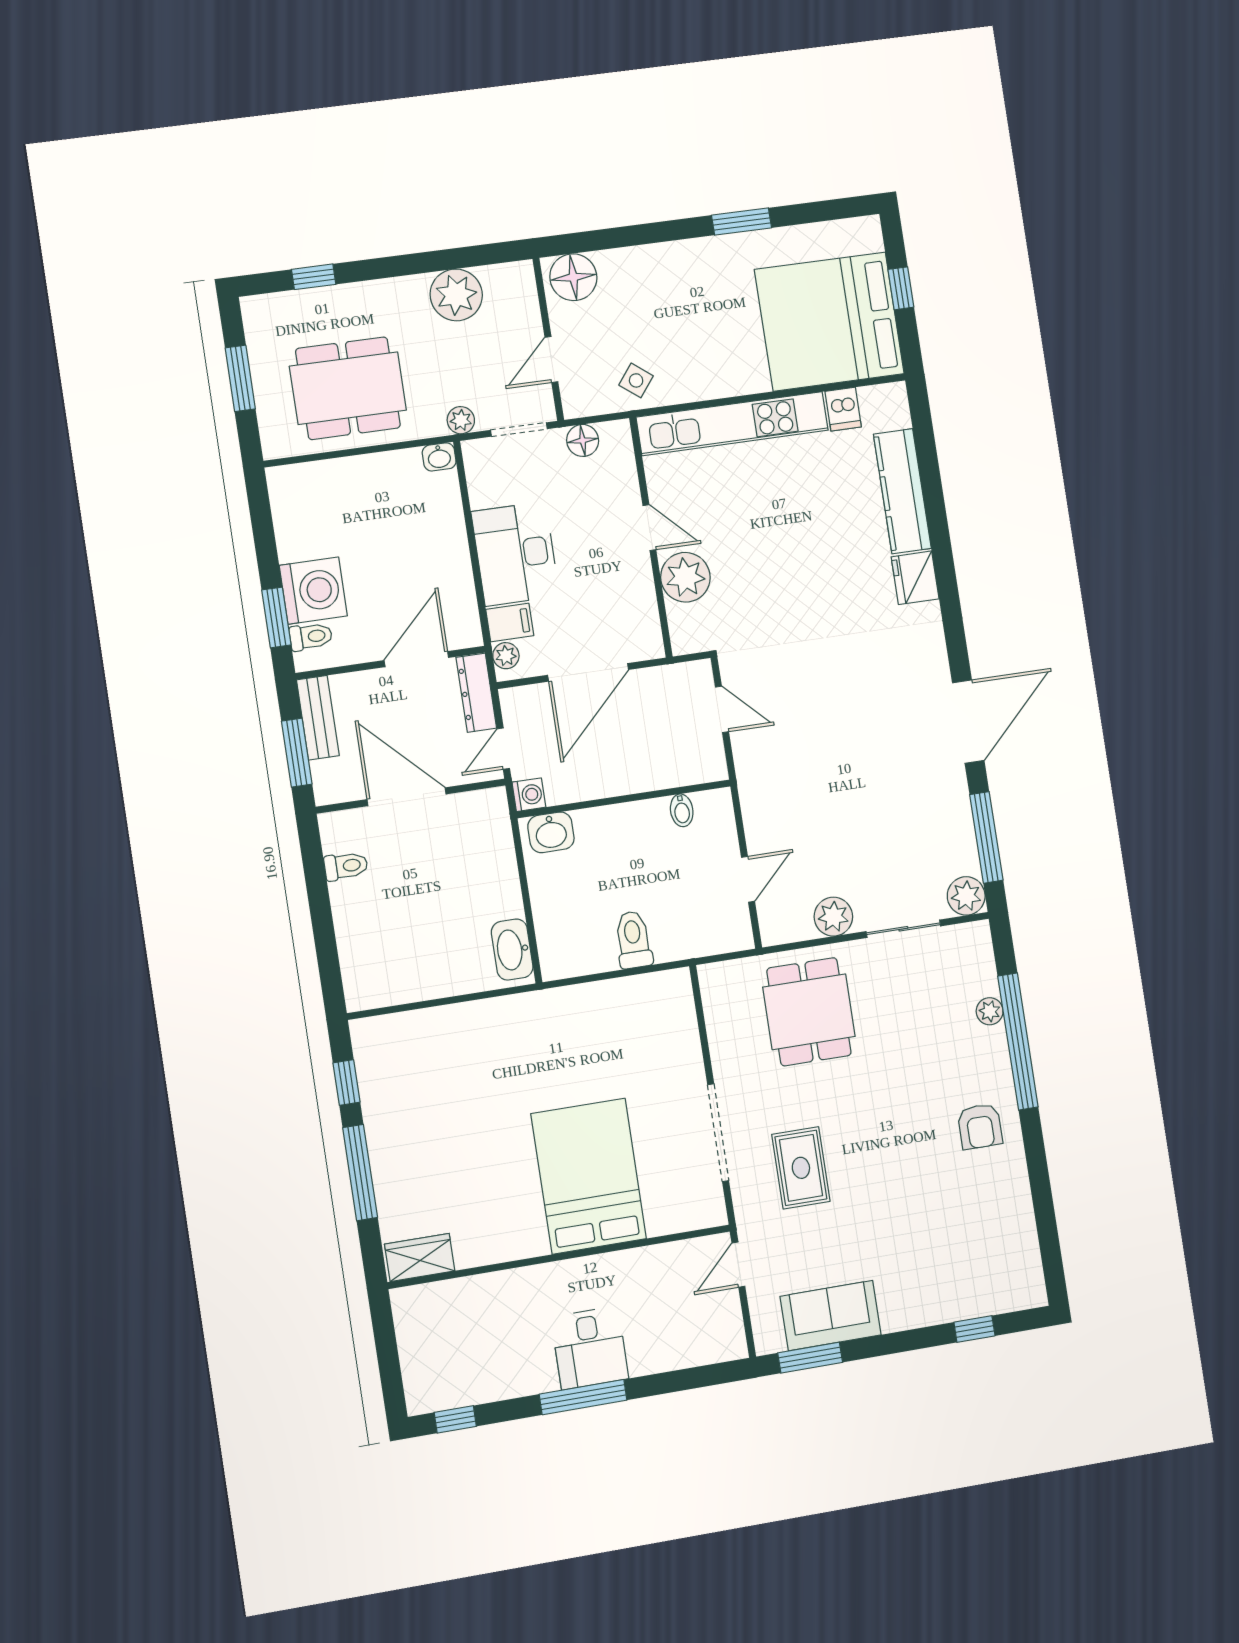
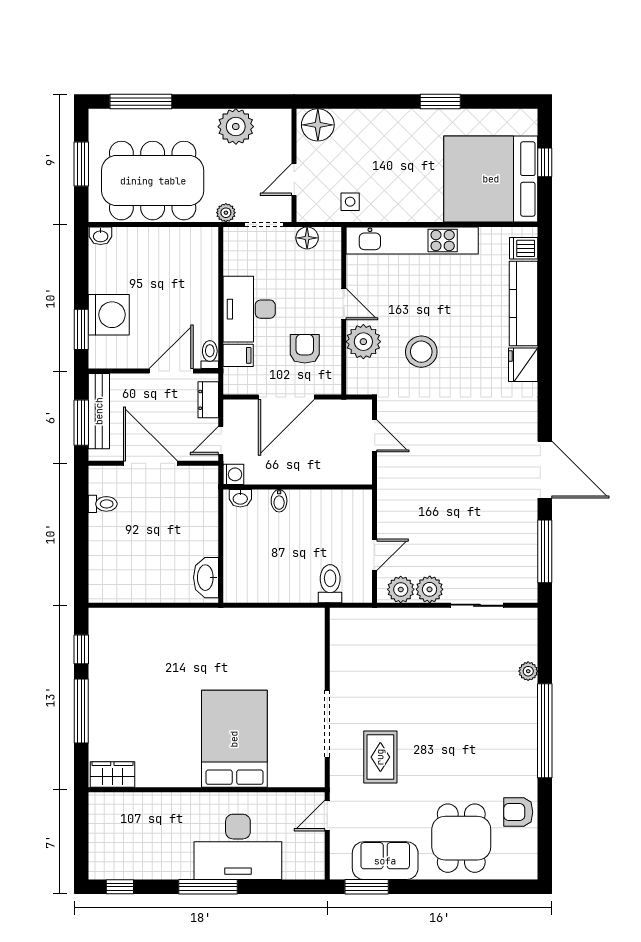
window: (314, 277) -> (141, 101), width x2.17
side table: (636, 380) -> (350, 202), turned -38
dining table: (348, 388) -> (153, 181), width x1.36, depth x1.24
dishwasher: (843, 409) -> (524, 248), moved, turned 90
washbasin: (439, 457) -> (101, 236), moved
stool: (770, 580) -> (421, 352), added
armchair: (604, 599) -> (305, 349), added
toilet: (311, 637) -> (210, 355), moved, turned -90
plant: (506, 656) -> (232, 378), removed
dresser: (476, 693) -> (208, 400), width x0.70
bench: (318, 718) -> (99, 411), width x1.36
door: (968, 722) -> (545, 470), hinge flipped
bidet: (682, 810) -> (279, 501), moved
washbasin: (551, 832) -> (240, 498), width x0.72, depth x0.69
plant: (966, 896) -> (401, 589), moved
toilet: (633, 940) -> (330, 584), moved
dining table: (809, 1012) -> (461, 838), moved
window: (1018, 1042) -> (545, 731), moved
armchair: (980, 1126) -> (518, 812), moved, turned 90
window: (974, 1329) -> (483, 887), removed
desk: (590, 1348) -> (238, 847), width x1.87, depth x1.30

